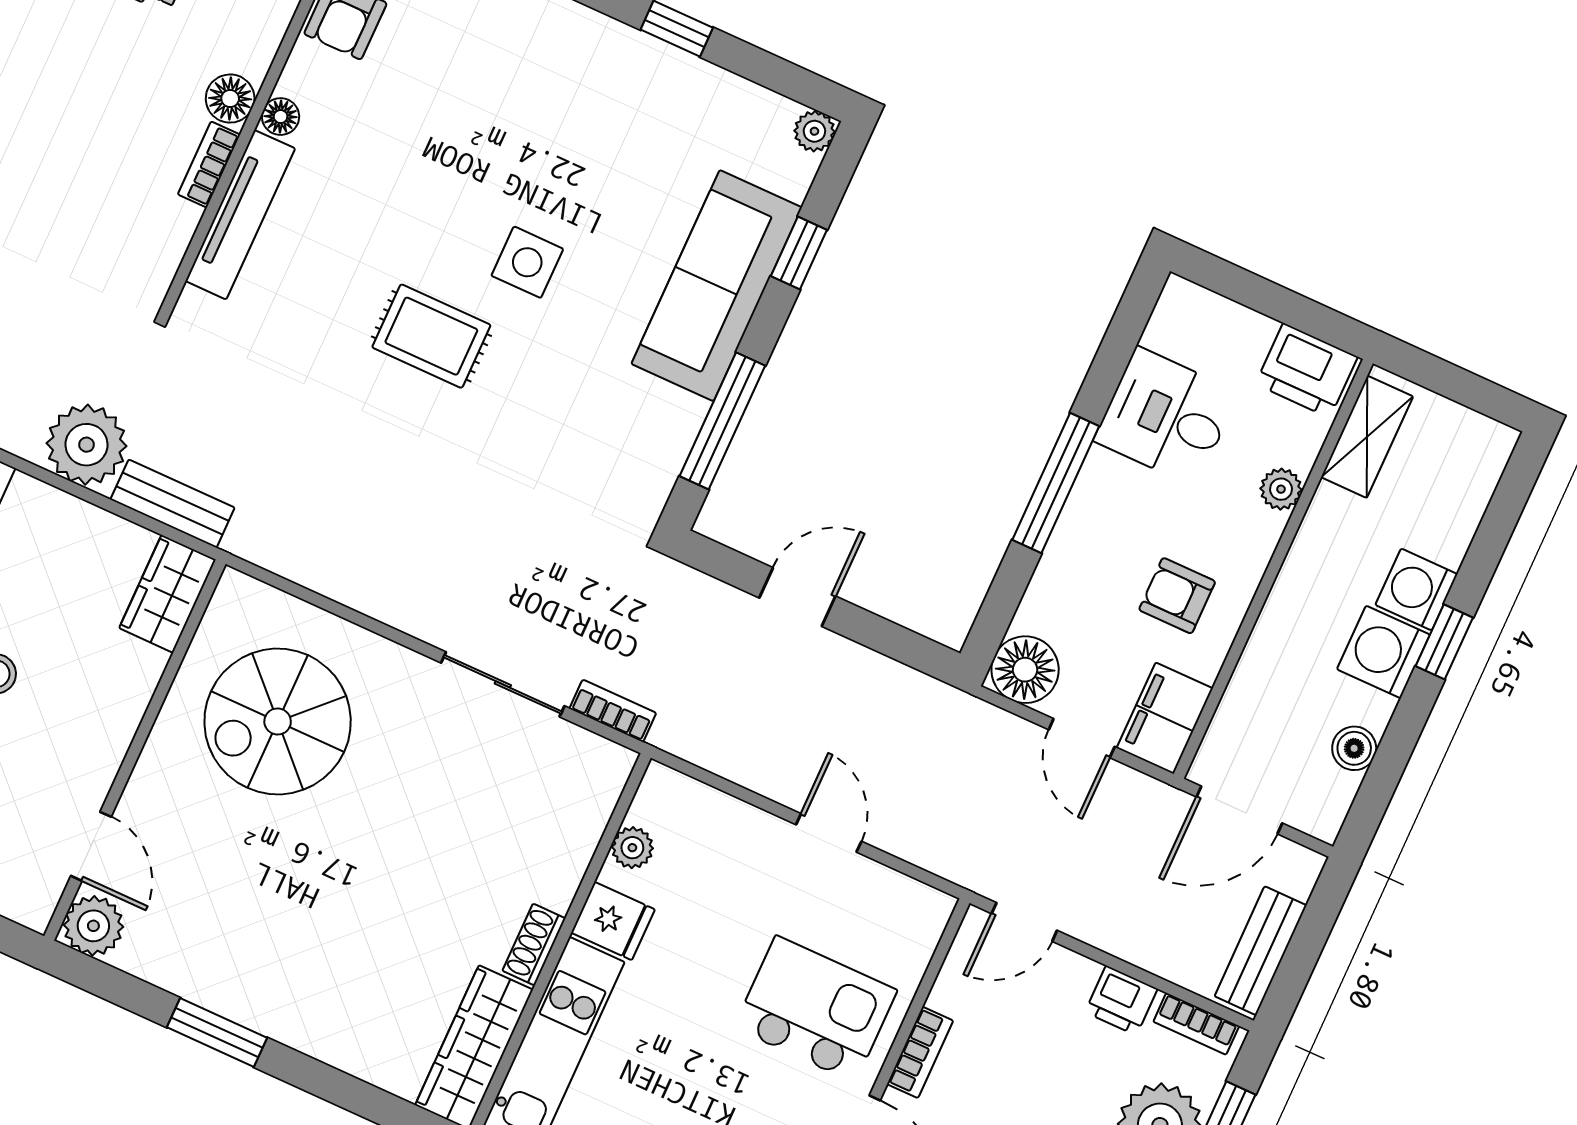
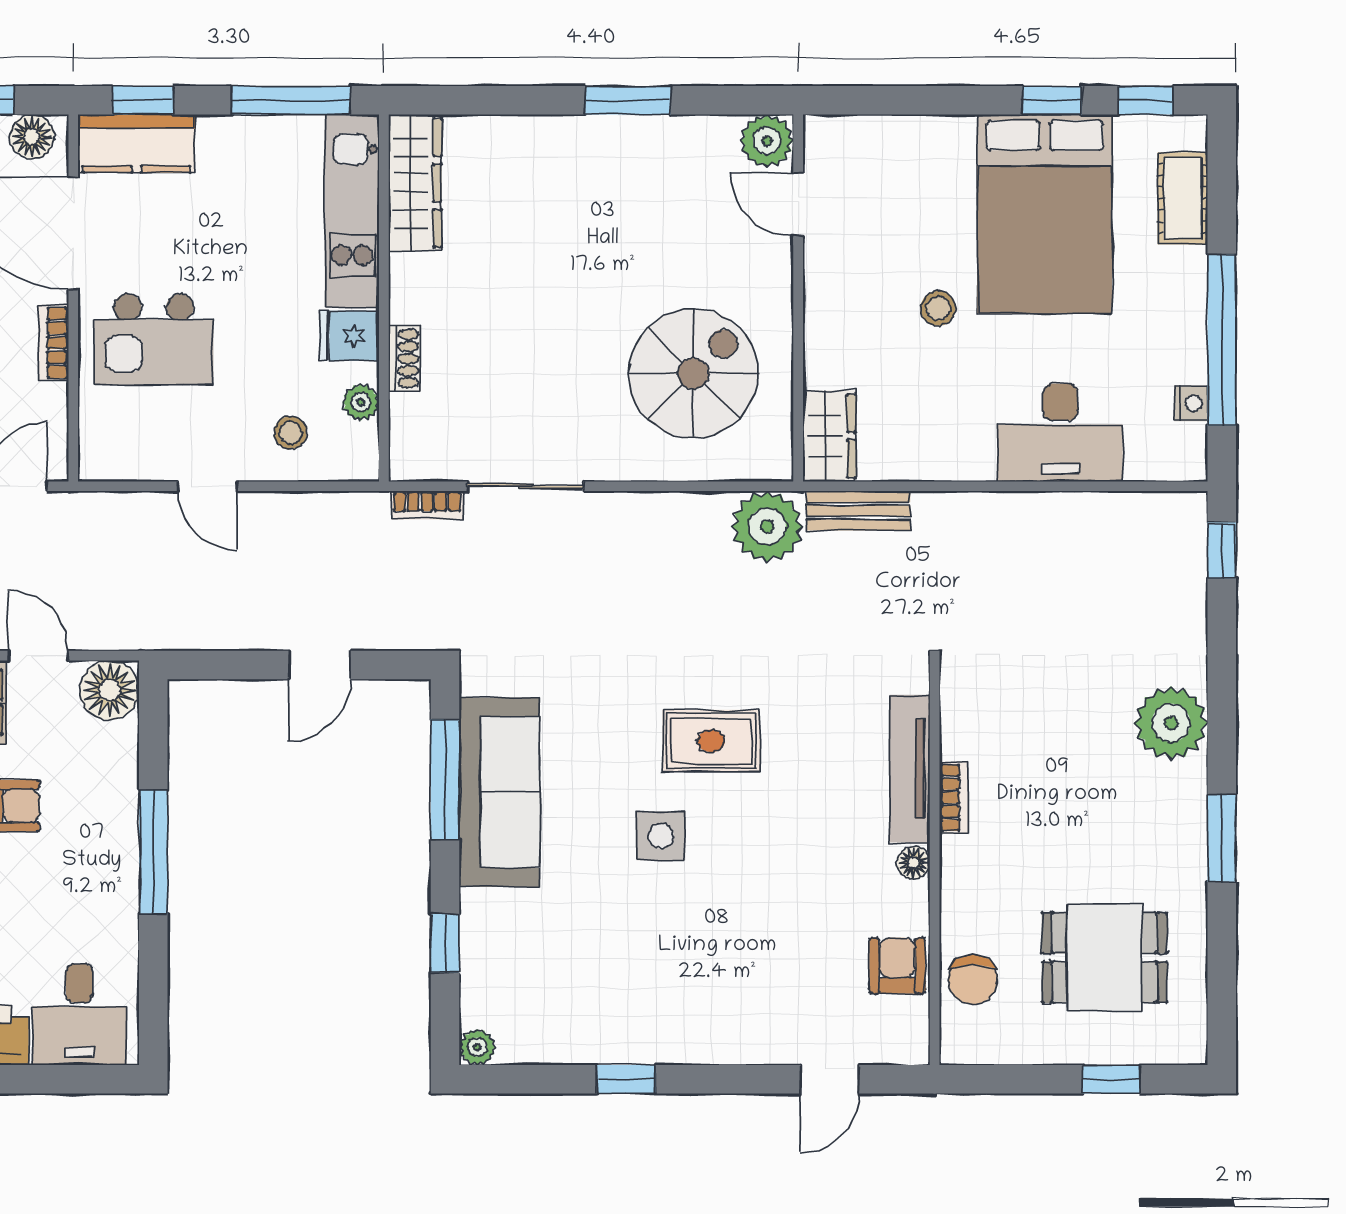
floor lamp: (230, 99) -> (961, 859), removed
sofa: (717, 286) -> (499, 792), moved
desk: (1166, 417) -> (79, 1015), moved, turned 90
plant: (87, 445) -> (767, 527), moved
stool: (719, 849) -> (290, 433), added
shoe rack: (534, 945) -> (405, 359), moved

